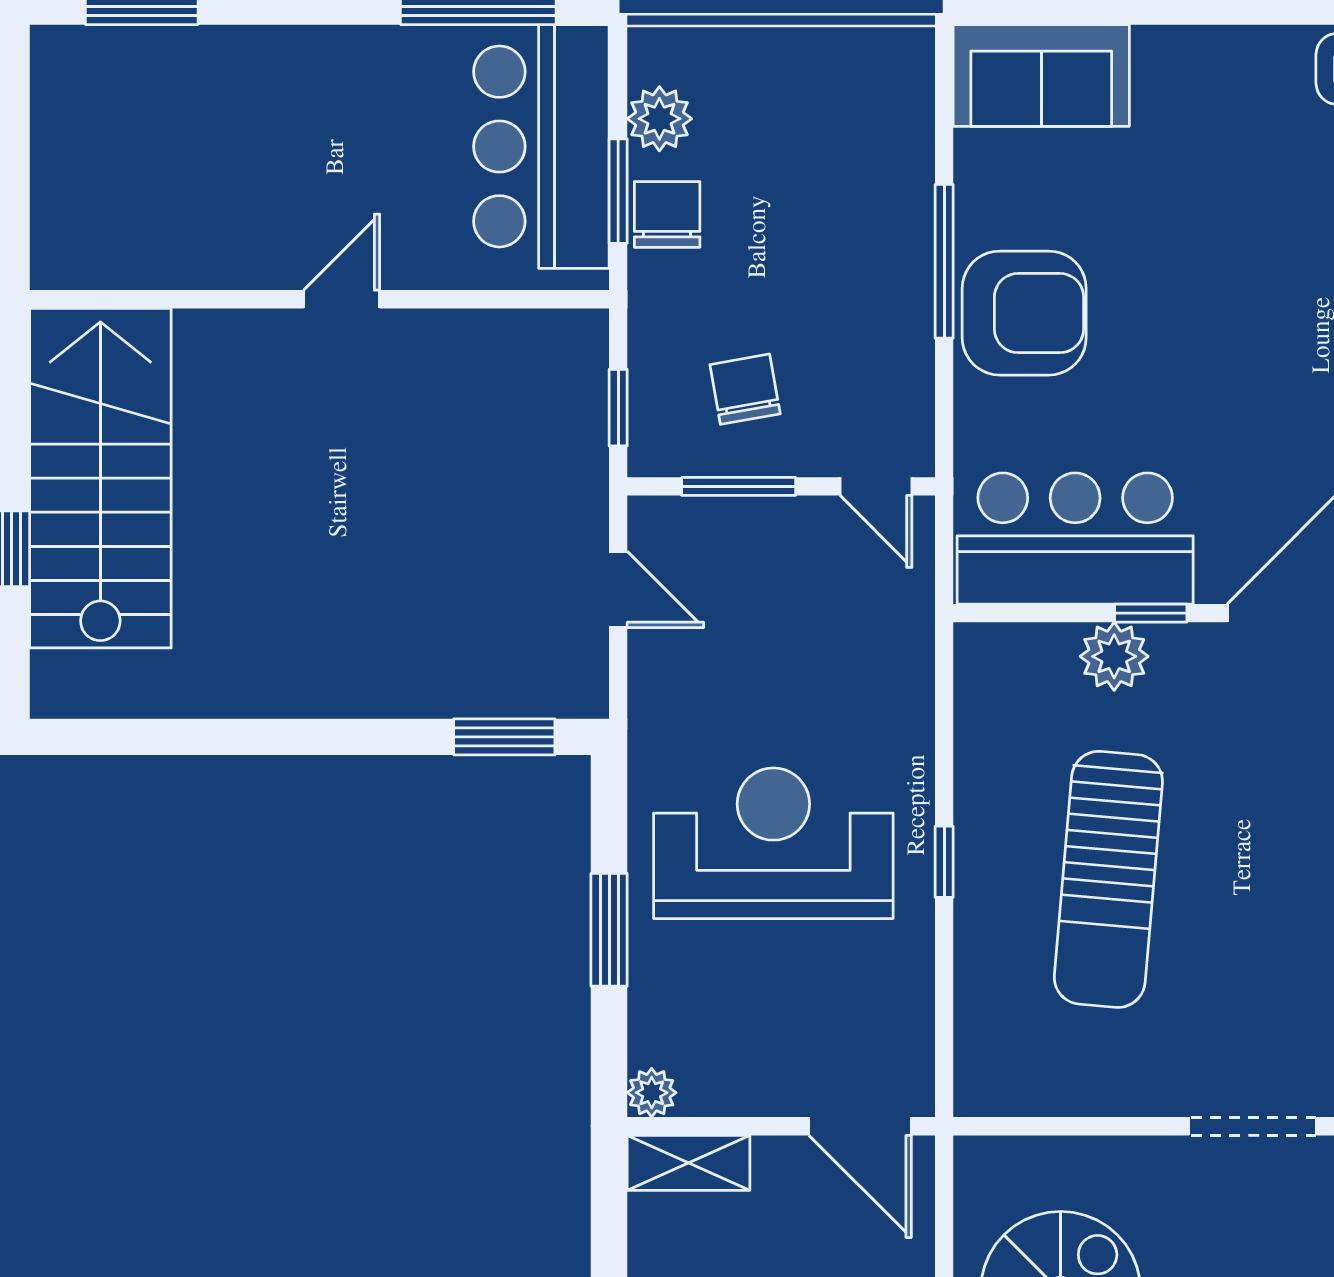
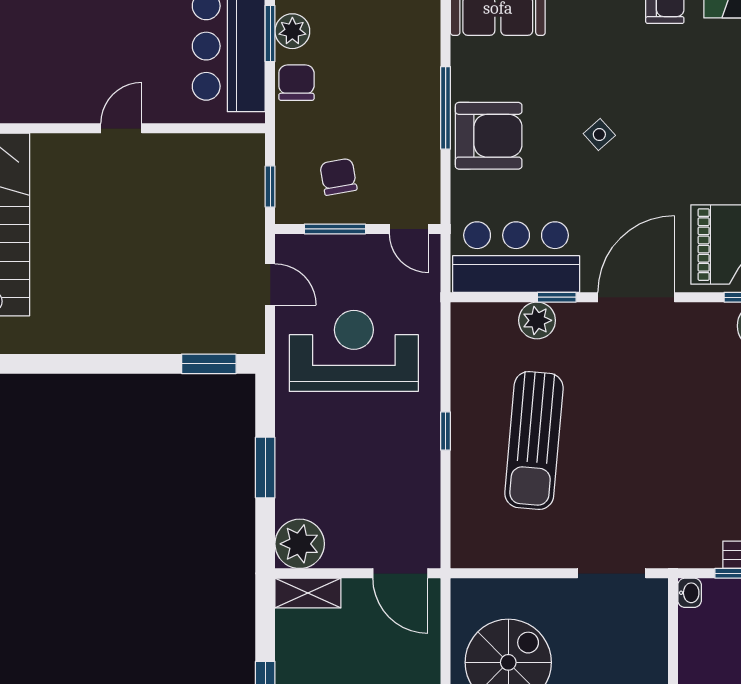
window: (618, 191) -> (270, 34), moved
side table: (1230, 311) -> (599, 135), added
reception desk: (773, 843) -> (354, 351), moved
plant: (652, 1093) -> (300, 544), width x1.88, depth x1.88

